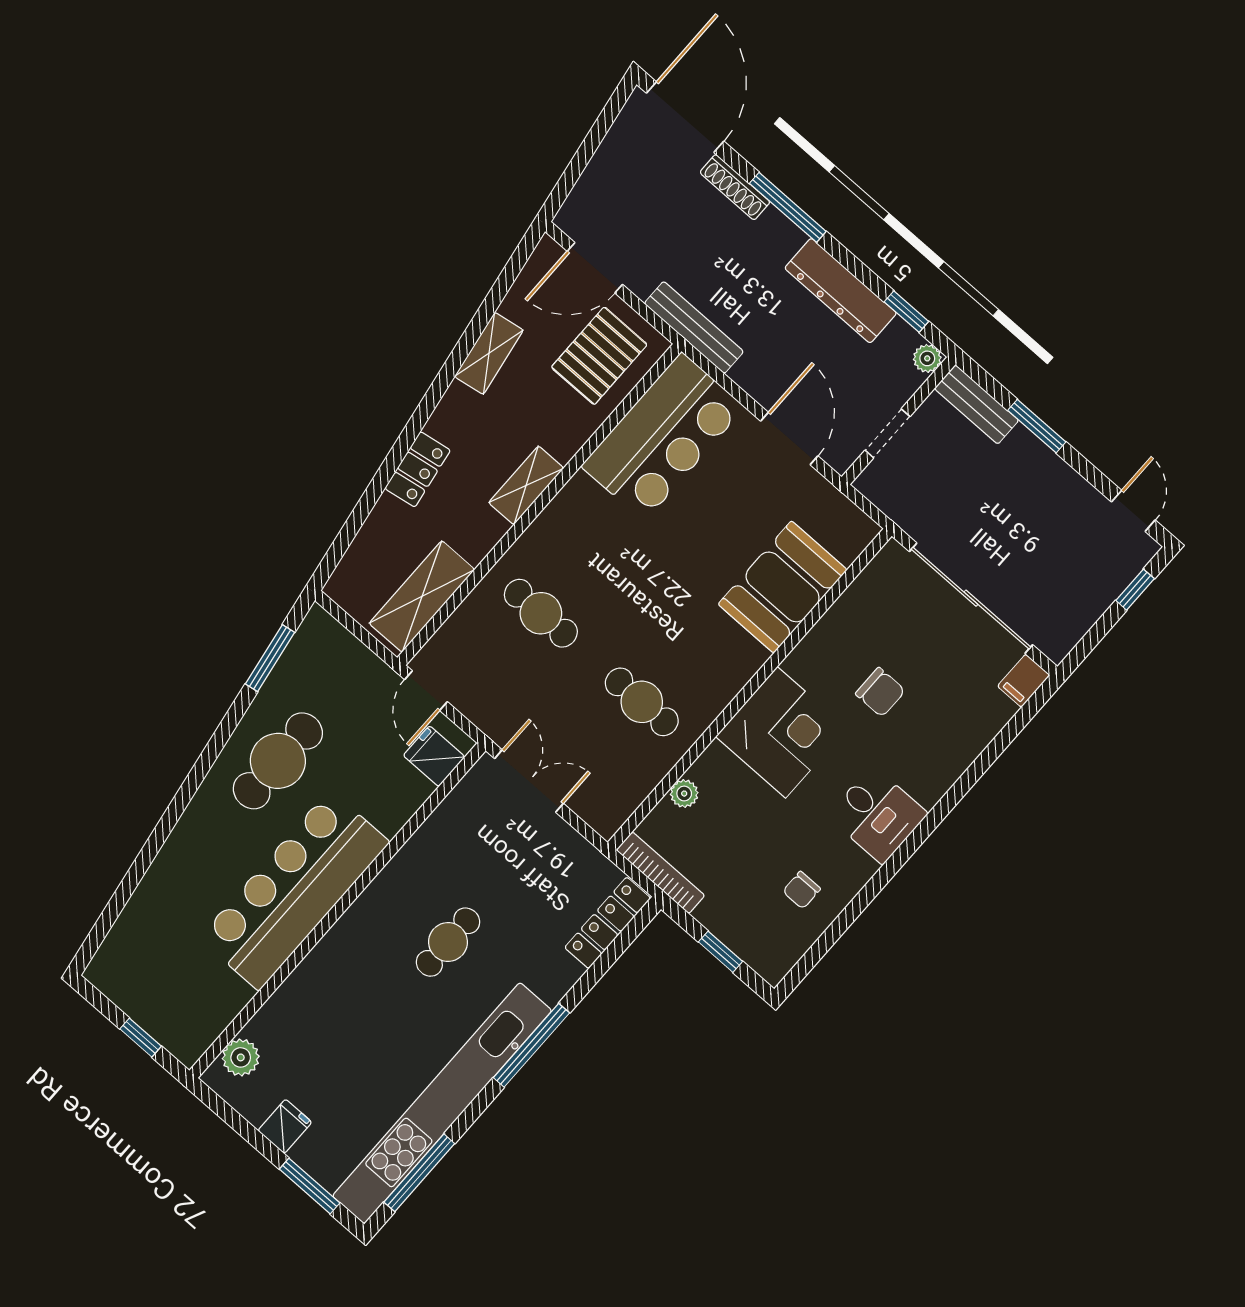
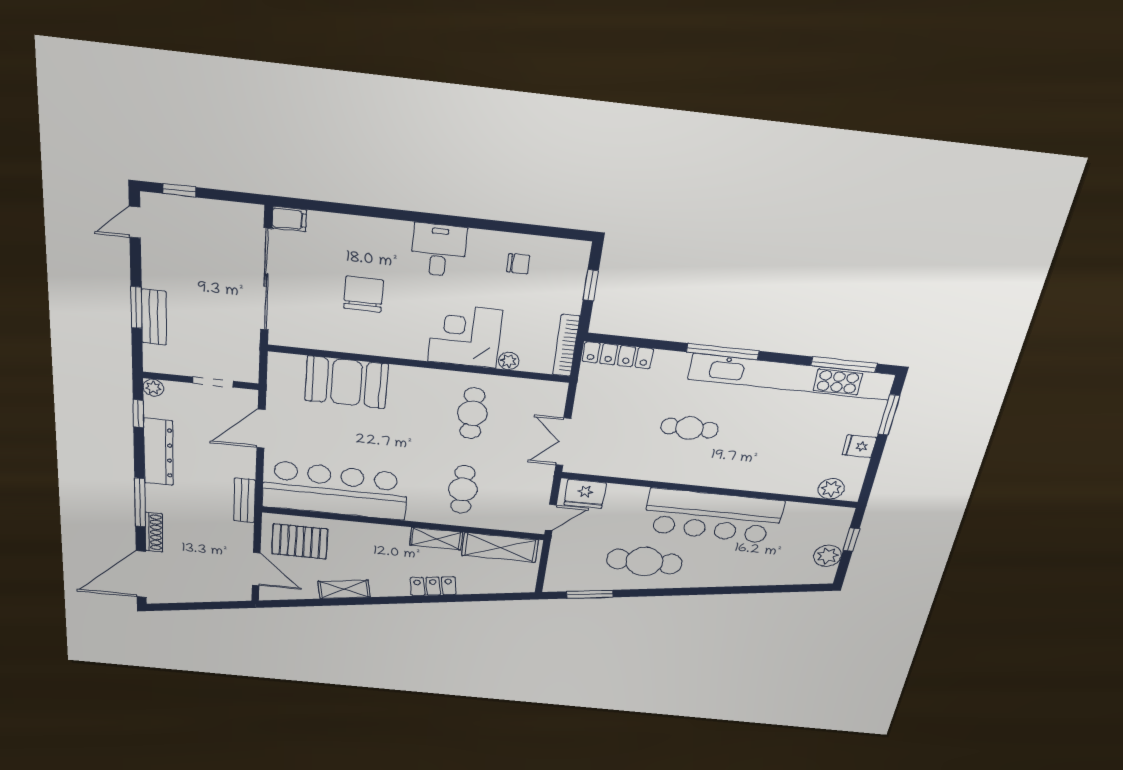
bench: (694, 327) -> (244, 500), width x0.73
bench: (977, 404) -> (154, 317), moved
bar counter: (663, 437) -> (335, 490), width x1.36
shelving: (526, 485) -> (436, 539), moved
chair: (880, 692) -> (364, 294), width x1.37, depth x1.37
corner desk: (781, 732) -> (465, 336), moved
fridge: (434, 756) -> (585, 494), width x1.38
plant: (133, 994) -> (828, 556), added

